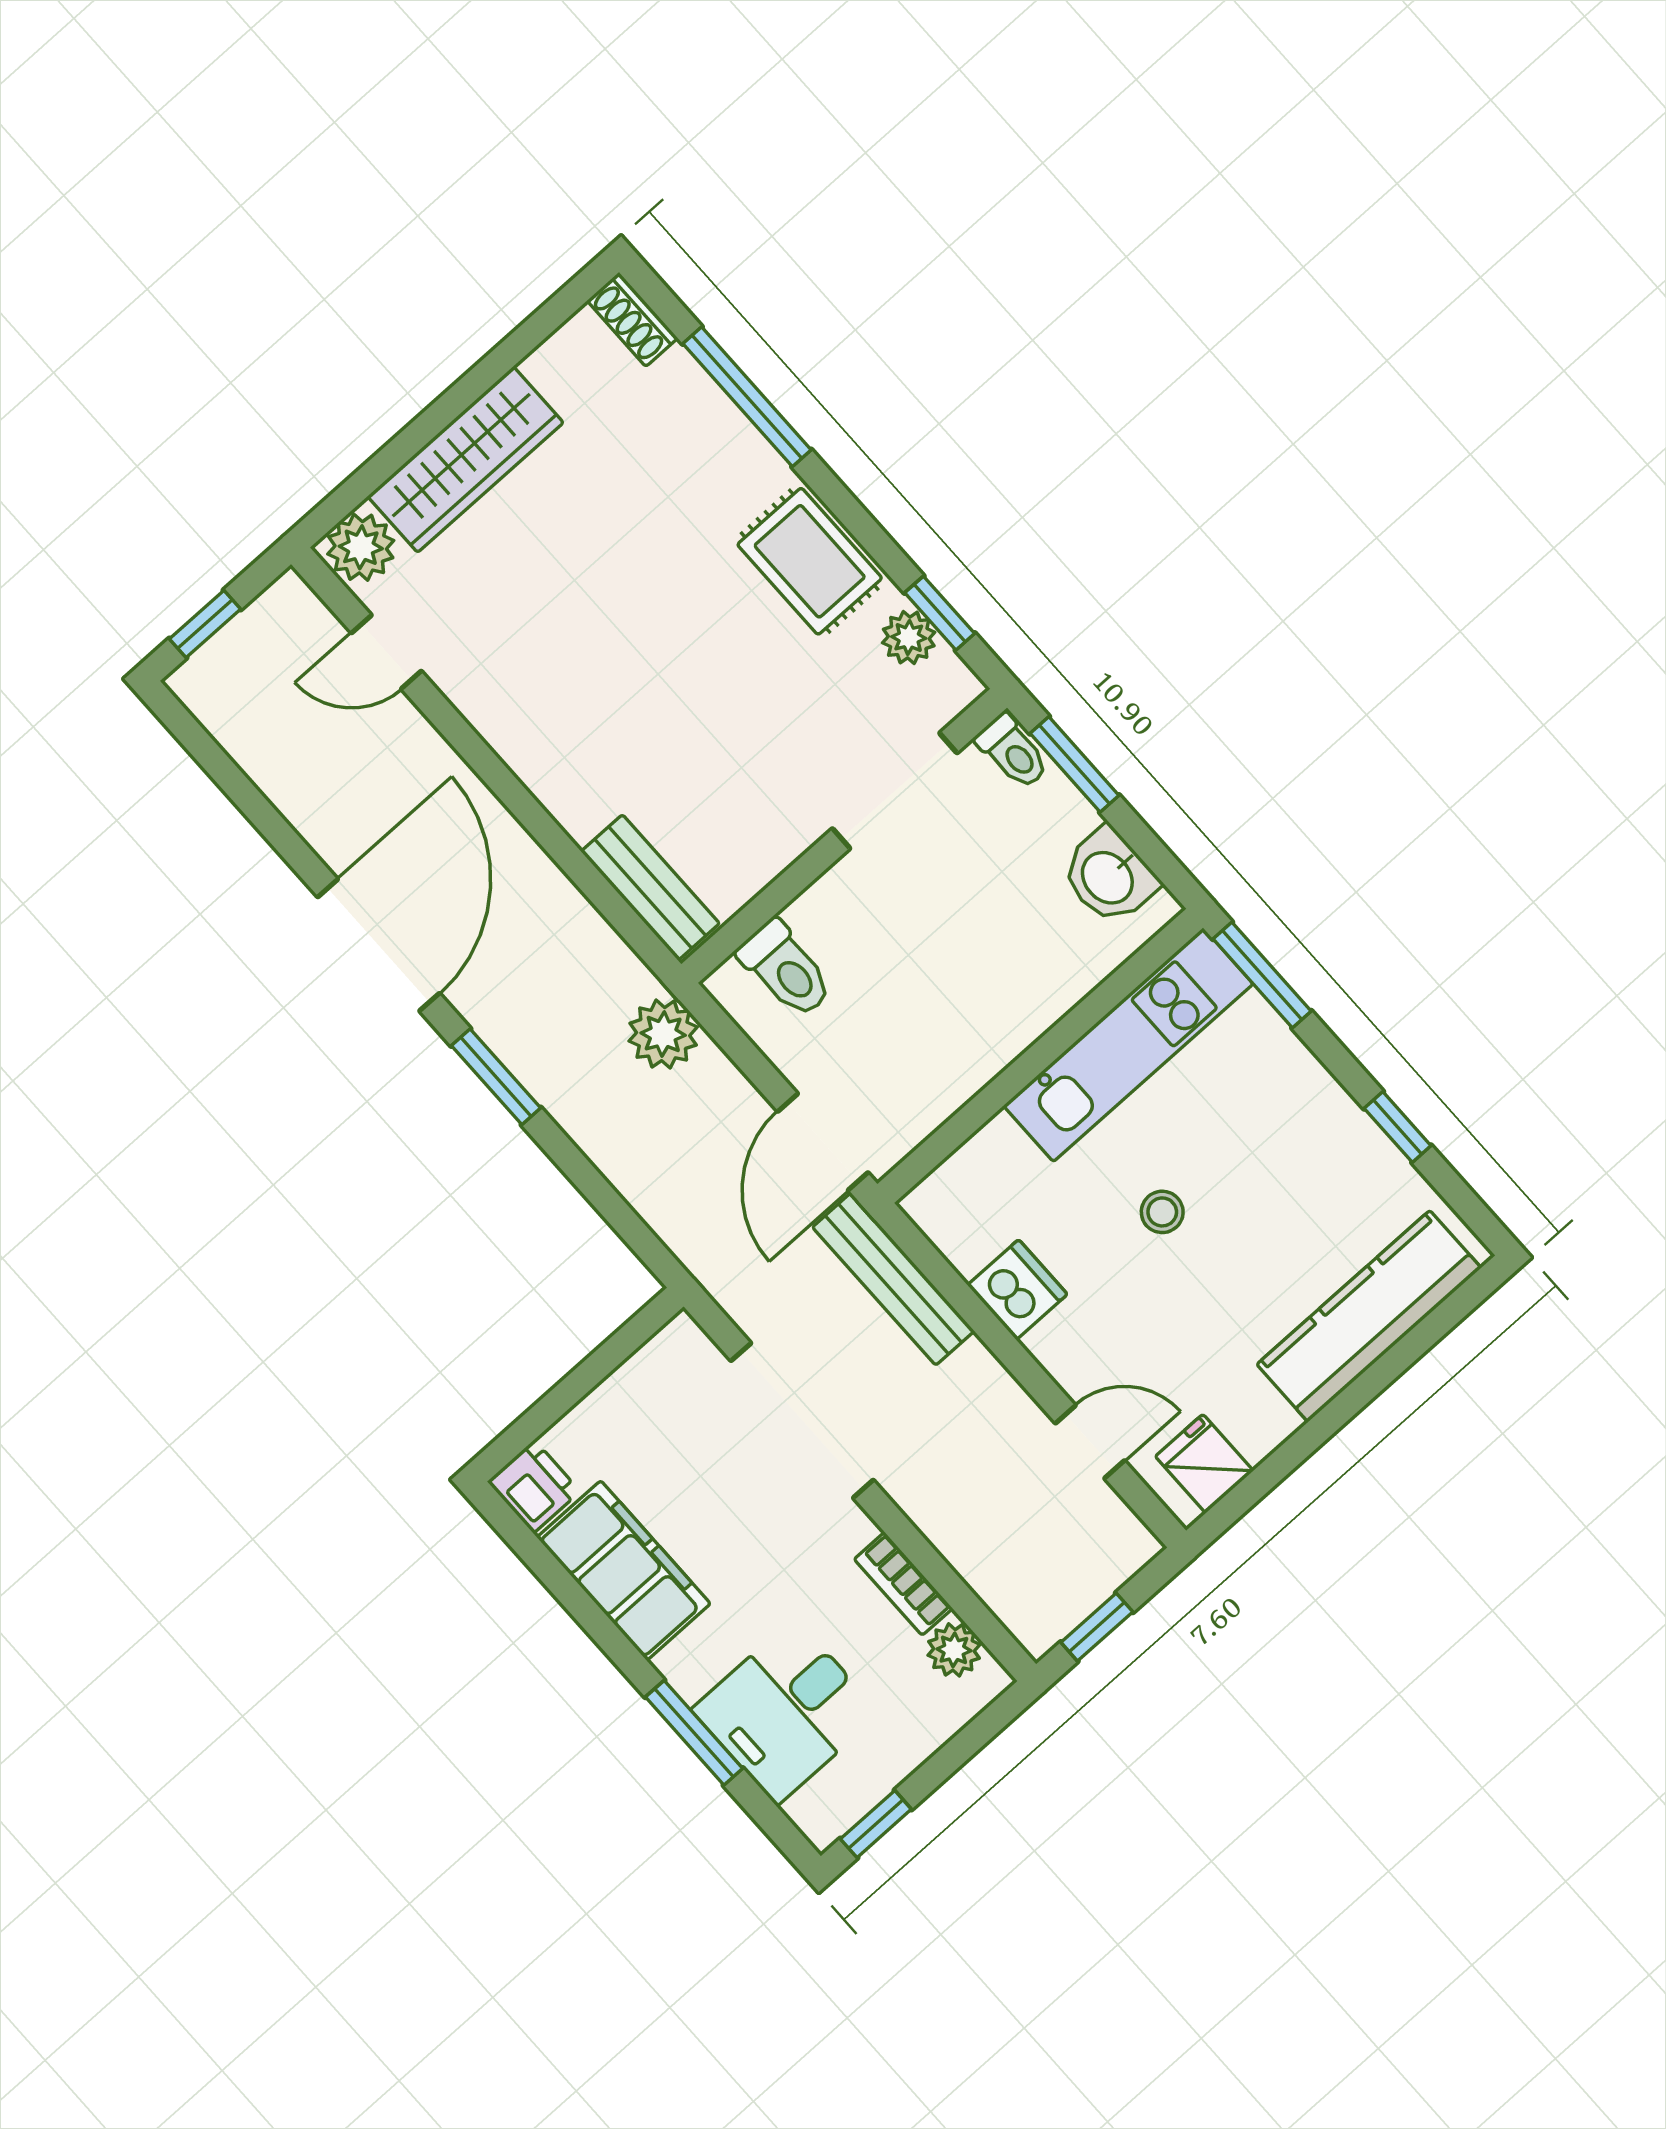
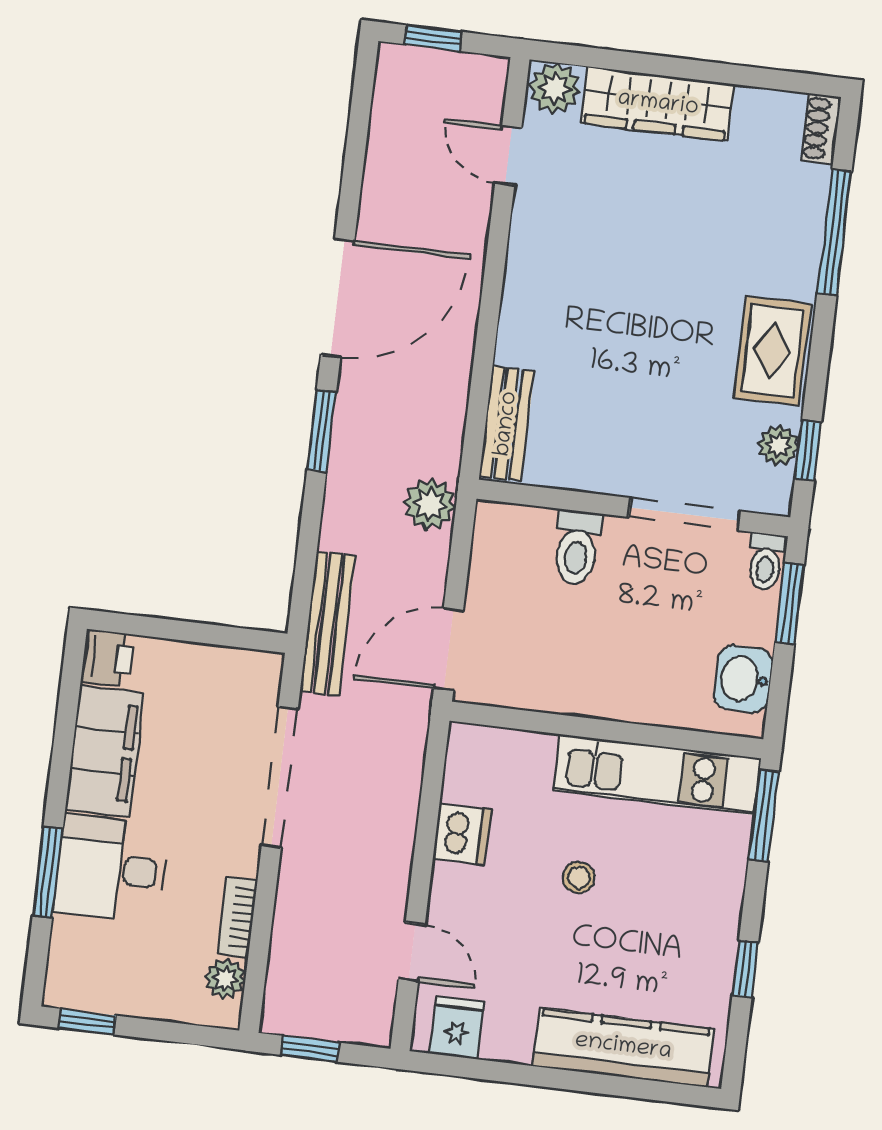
toilet: (786, 969) -> (577, 548), moved
bench: (893, 1279) -> (328, 624), moved
desk: (786, 1711) -> (111, 869), moved

